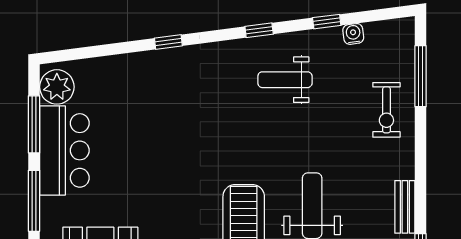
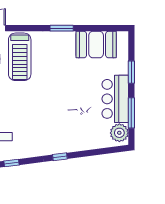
window: (34, 201) -> (131, 72), width x0.69

